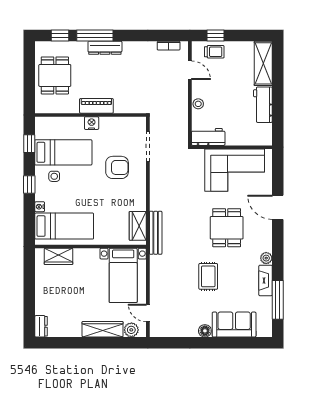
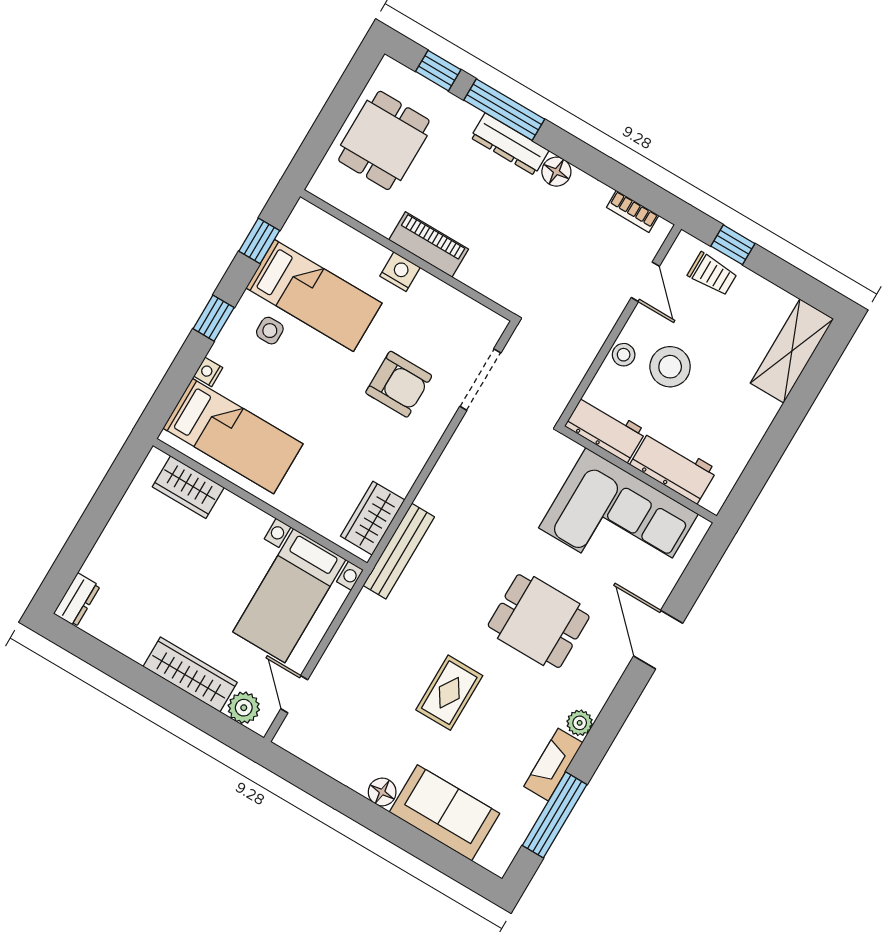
floor lamp: (130, 48) -> (556, 172), added
stool: (219, 98) -> (670, 367), added
workbench: (263, 105) -> (674, 467), moved, turned 90
dining table: (227, 228) -> (539, 621), turned 90

